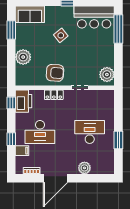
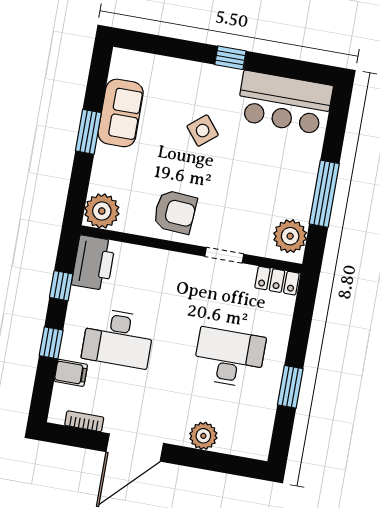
sofa: (30, 14) -> (121, 113), moved, turned -90
window: (118, 29) -> (324, 194), moved
window: (11, 30) -> (88, 132), moved
plant: (23, 57) -> (102, 211), moved
locker: (54, 95) -> (277, 281), moved
window: (11, 103) -> (61, 286), moved

